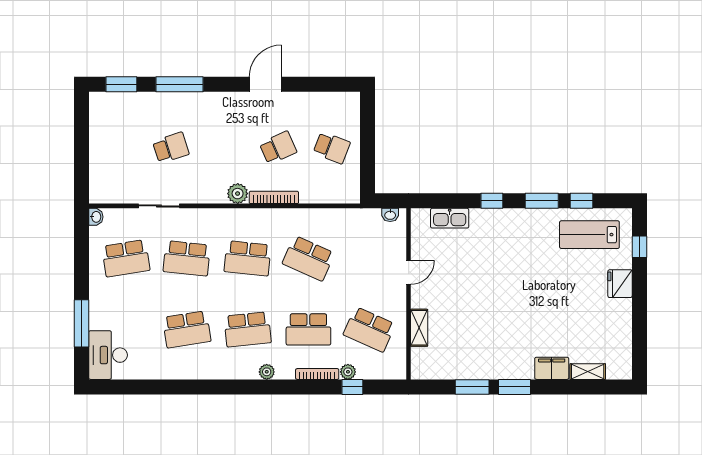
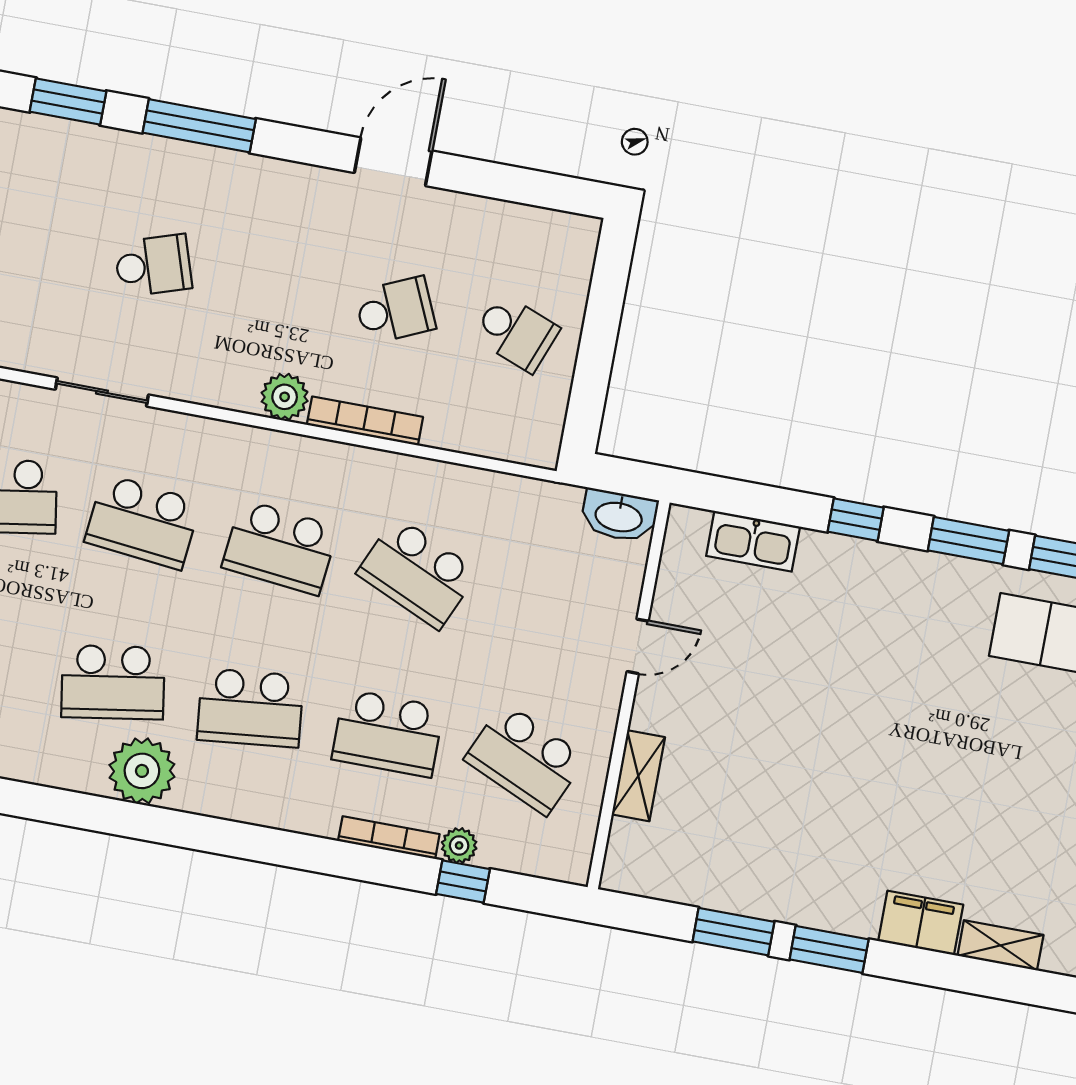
washbasin: (390, 215) -> (619, 516), width x1.91, depth x1.45
plant: (267, 372) -> (142, 771), moved, width x1.87, depth x1.87

